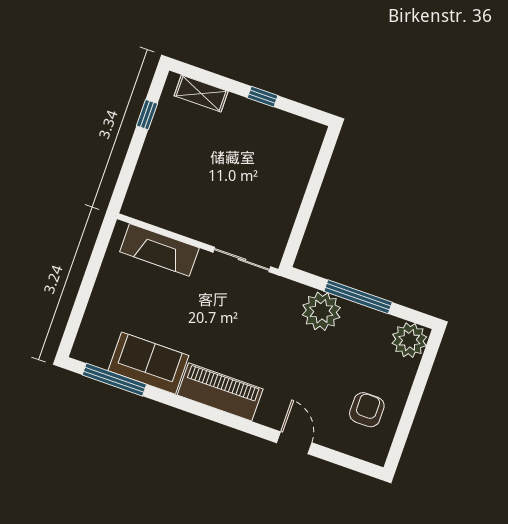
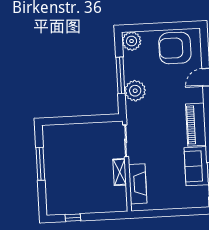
shelving: (201, 93) -> (120, 172), moved
window: (263, 97) -> (40, 164), width x2.17
armchair: (367, 410) -> (175, 48), width x1.88, depth x1.88

